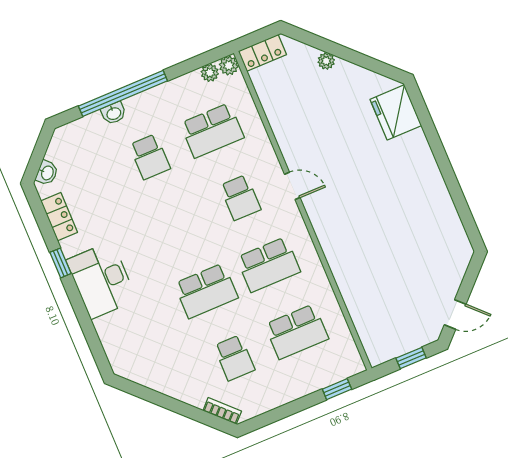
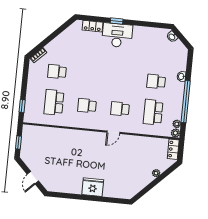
window: (123, 93) -> (186, 102), moved
fridge: (396, 112) -> (93, 187), moved
locker: (59, 217) -> (92, 26), moved
window: (61, 263) -> (117, 21), moved
school desk: (268, 265) -> (87, 106), width x0.54
school desk: (206, 291) -> (90, 75), removed
door: (455, 314) -> (33, 178), moved

